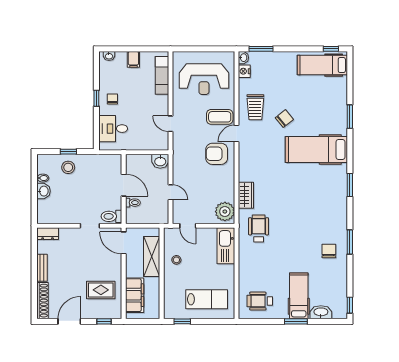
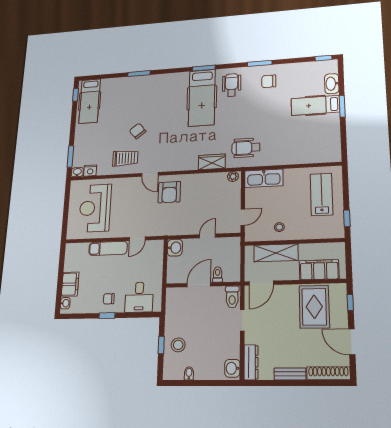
filing cabinet: (133, 59) -> (70, 284), width x2.00
exam couch: (162, 75) -> (108, 248), moved
reception desk: (204, 79) -> (95, 208), turned 180
coffee table: (220, 117) -> (133, 191), removed
hospital bed: (316, 150) -> (202, 98), moved
washbasin: (43, 191) -> (232, 368), moved, turned -90
plant: (225, 212) -> (233, 177), width x0.53, depth x0.53
dresser: (48, 234) -> (251, 362), width x1.44
rug: (101, 290) -> (314, 307), width x1.36, depth x1.43
wheelchair: (260, 301) -> (232, 85), moved, turned 180

